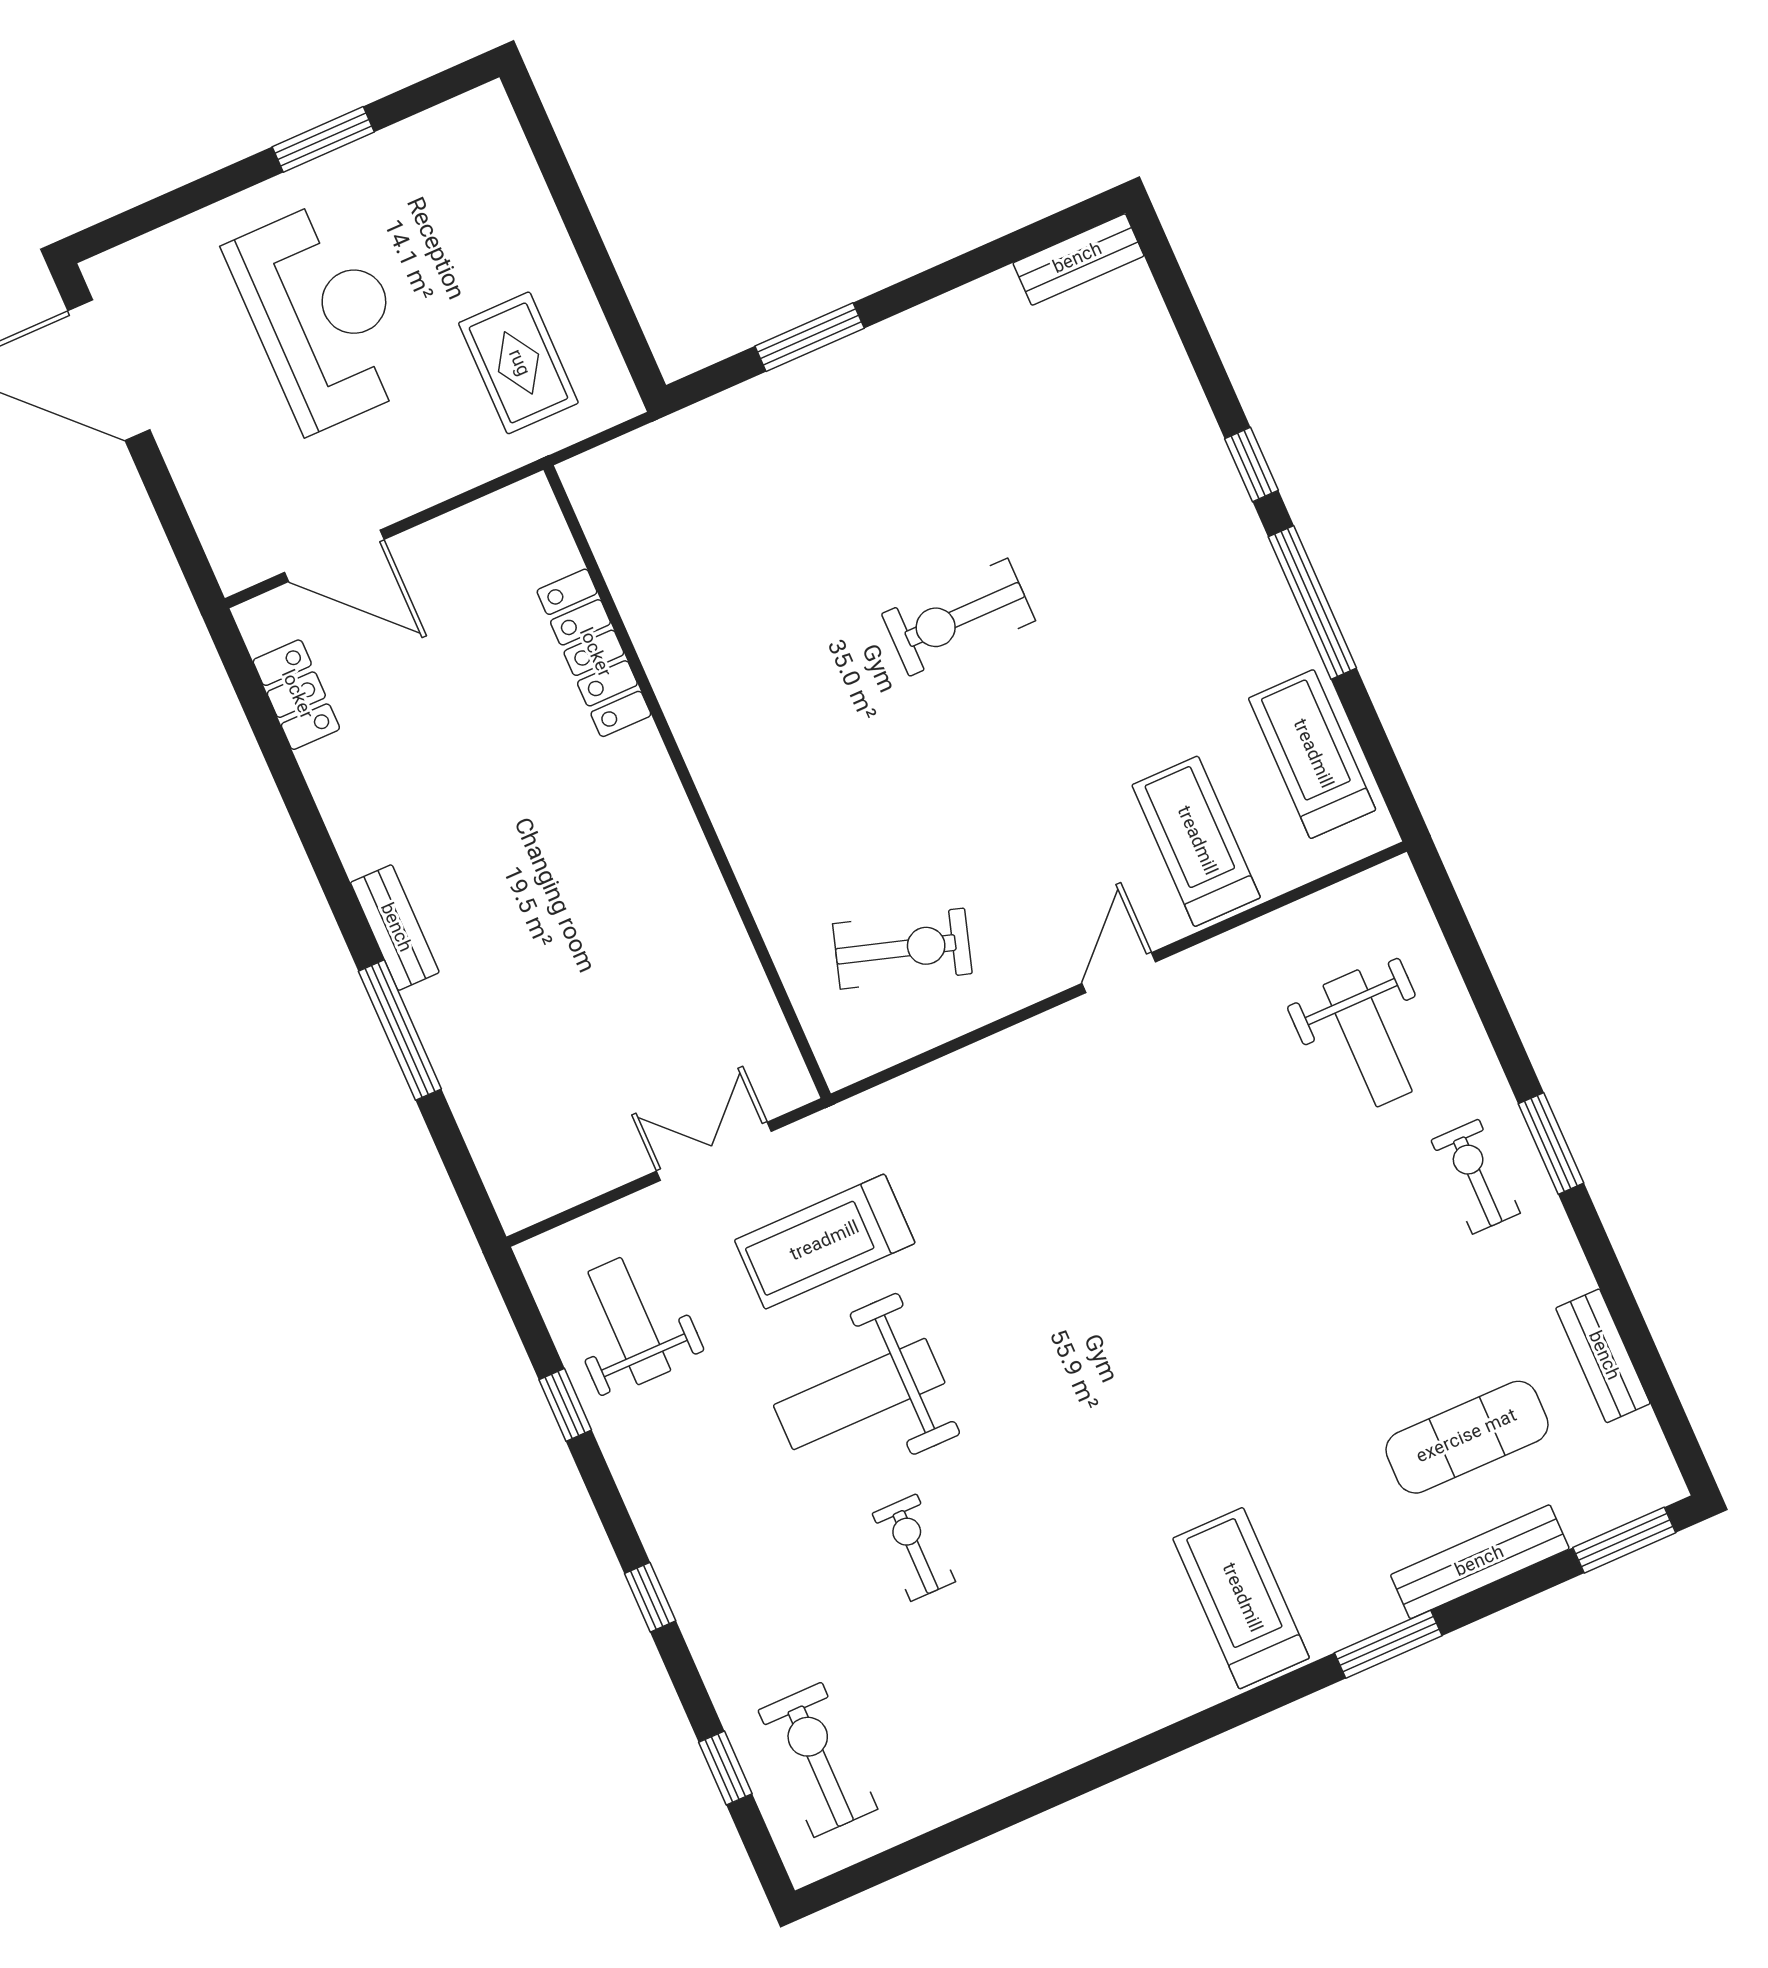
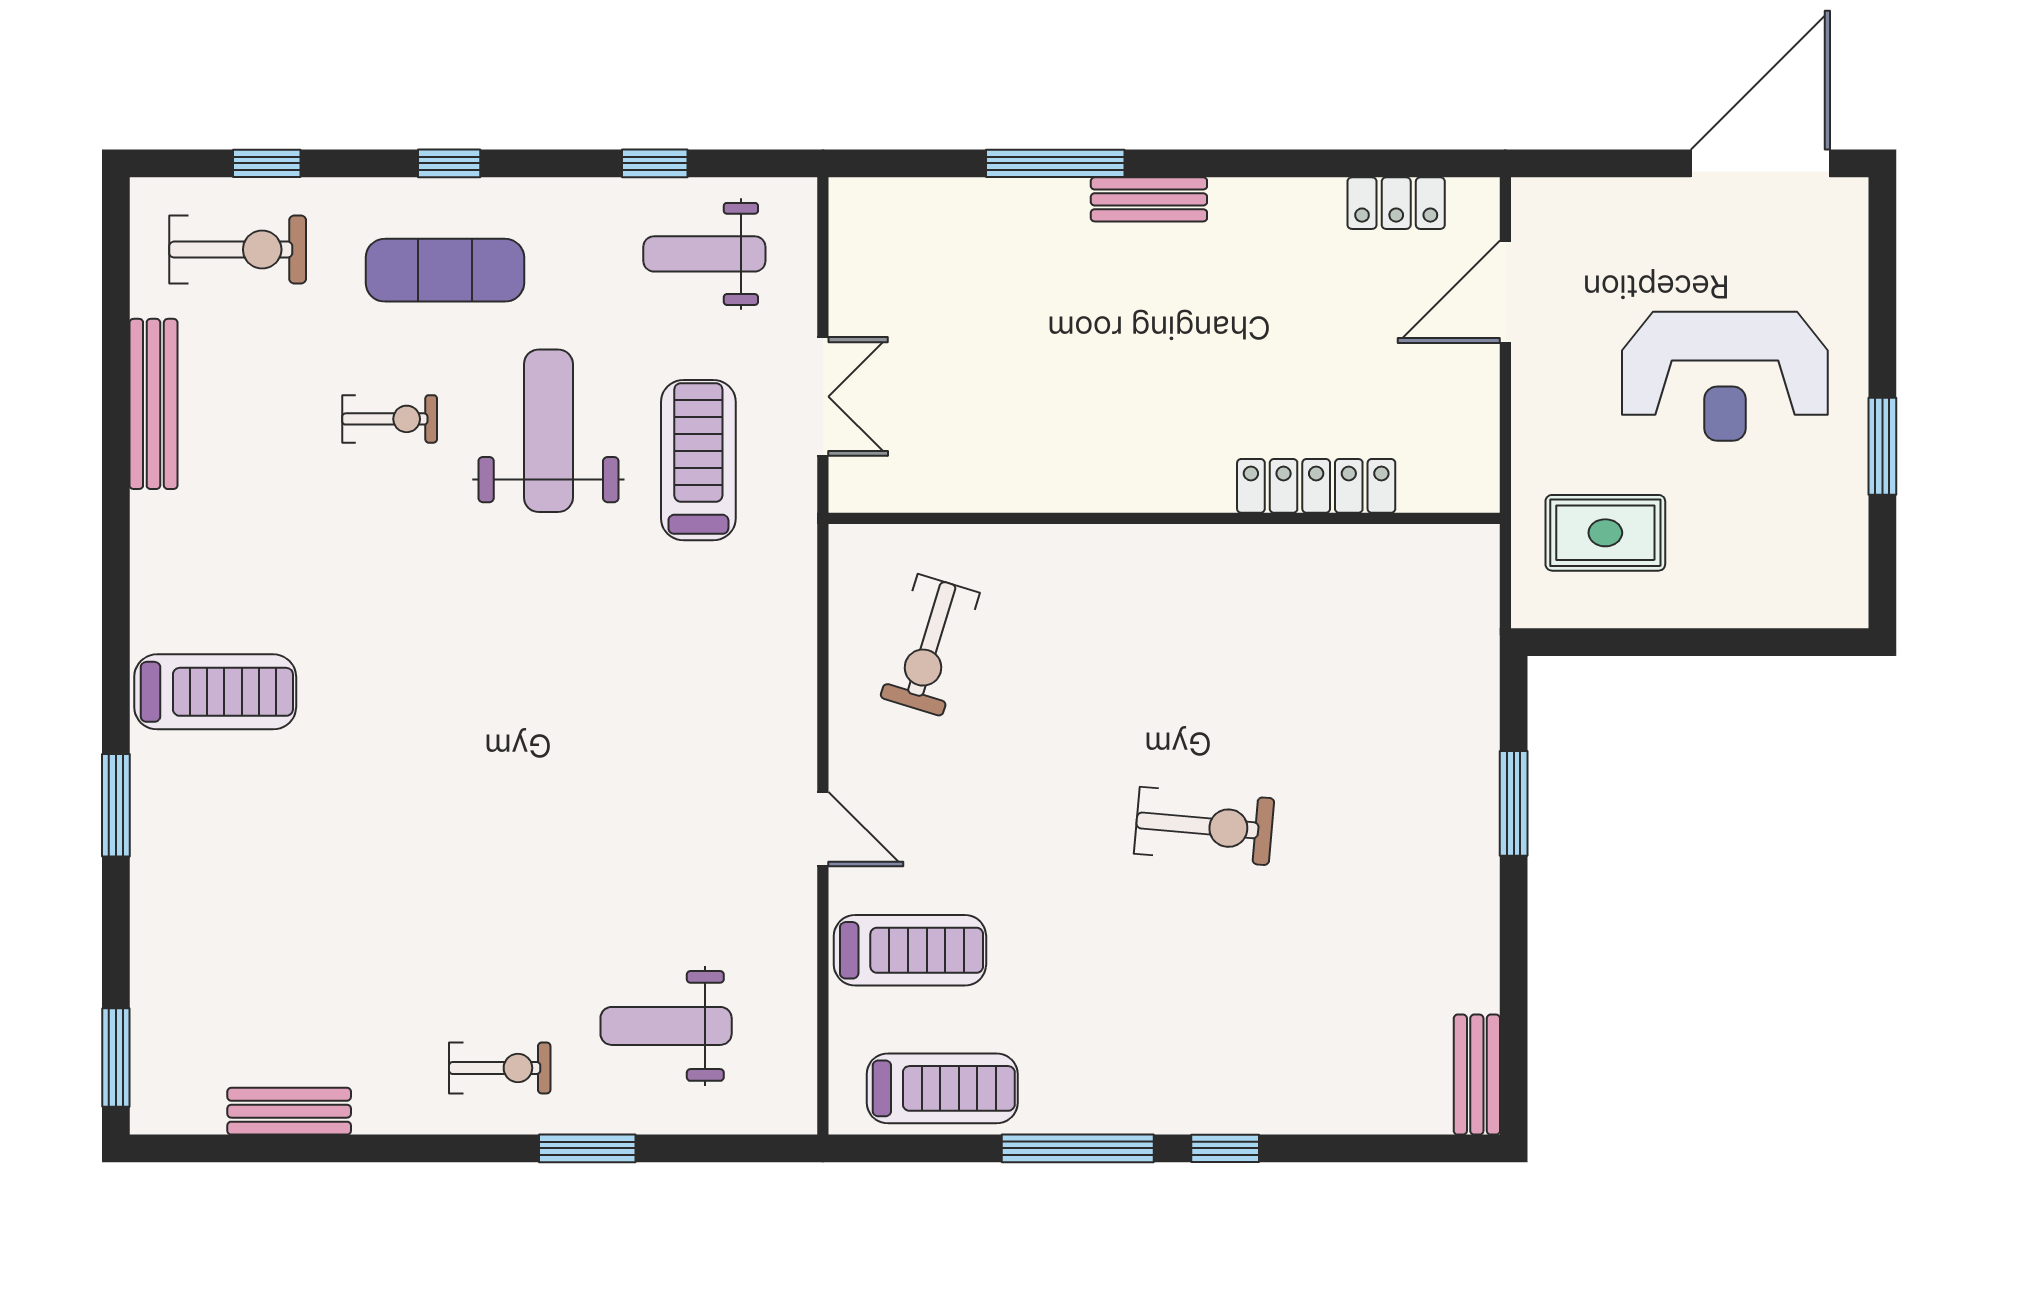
exercise bike: (958, 617) -> (1204, 826), turned 95
window: (1551, 1143) -> (587, 1148), moved
weight bench: (629, 1321) -> (704, 254), turned 180
exercise mat: (1467, 1437) -> (445, 270), moved, turned 90
bench: (1480, 1562) -> (153, 404), moved

